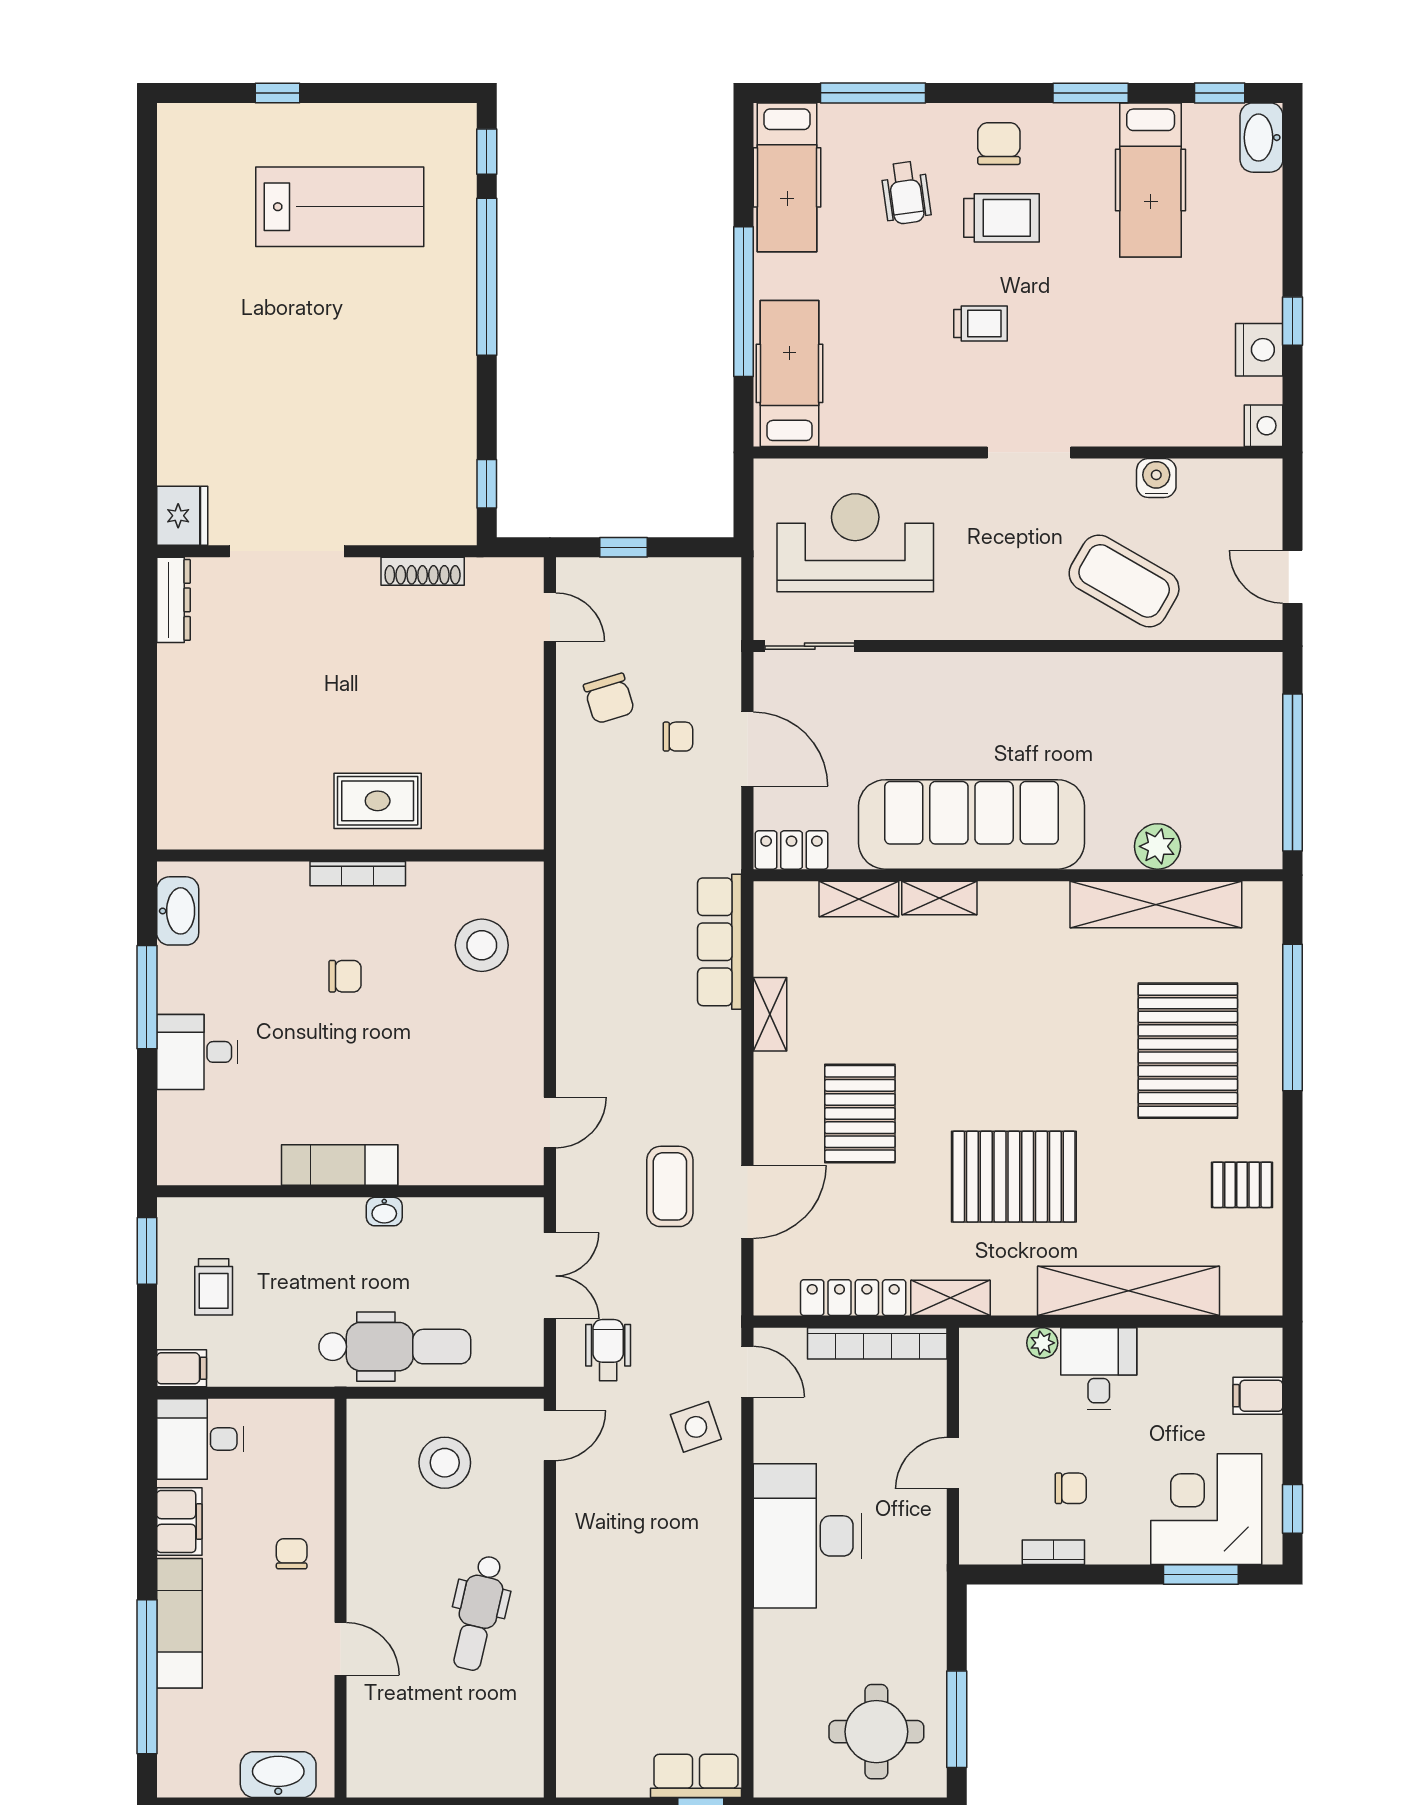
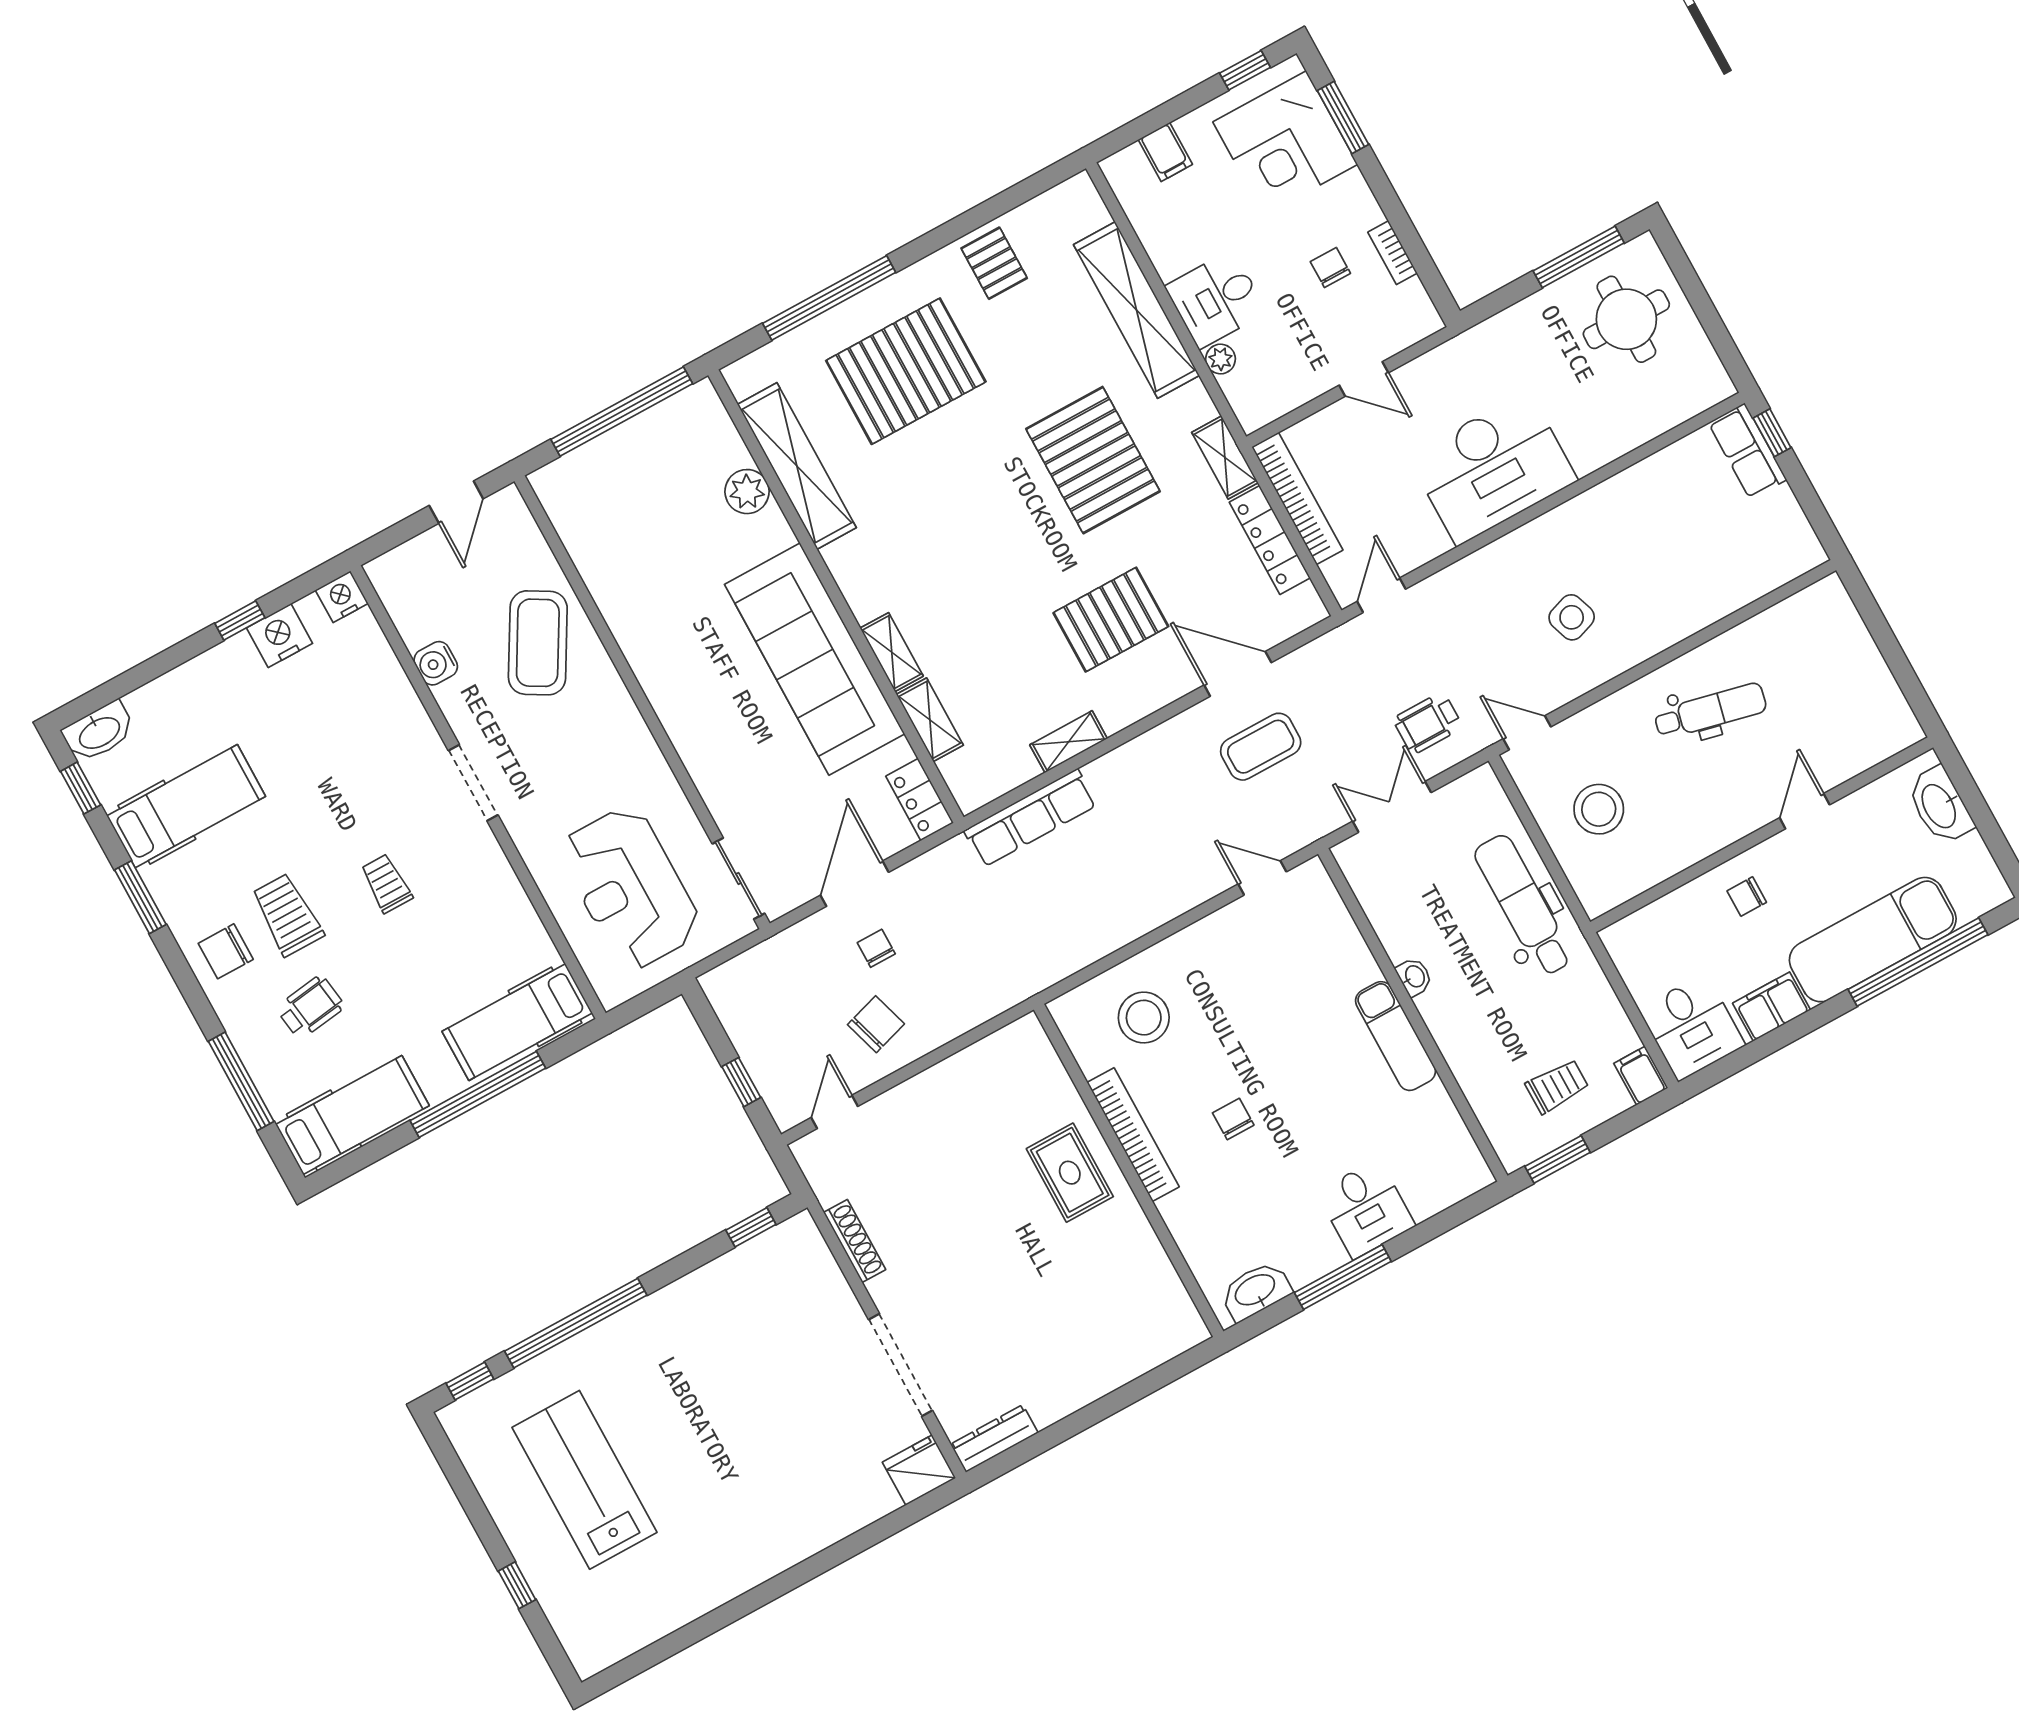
bookcase: (358, 874) -> (1133, 1135), width x1.48, depth x1.31
side table: (696, 1427) -> (1572, 617), moved
exam couch: (179, 1623) -> (1873, 940), width x1.36, depth x1.45

